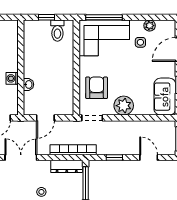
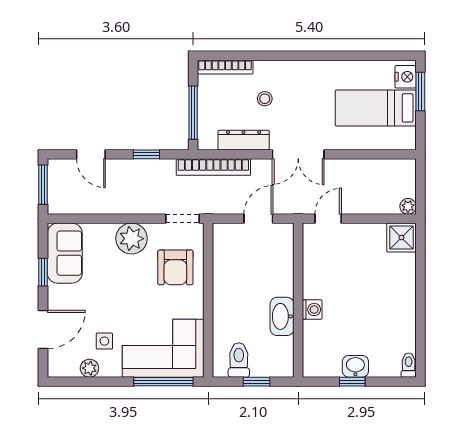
washing machine: (12, 78) -> (312, 309), moved
washbasin: (28, 84) -> (282, 316), moved, width x1.91, depth x1.45
dresser: (67, 166) -> (244, 140), moved

